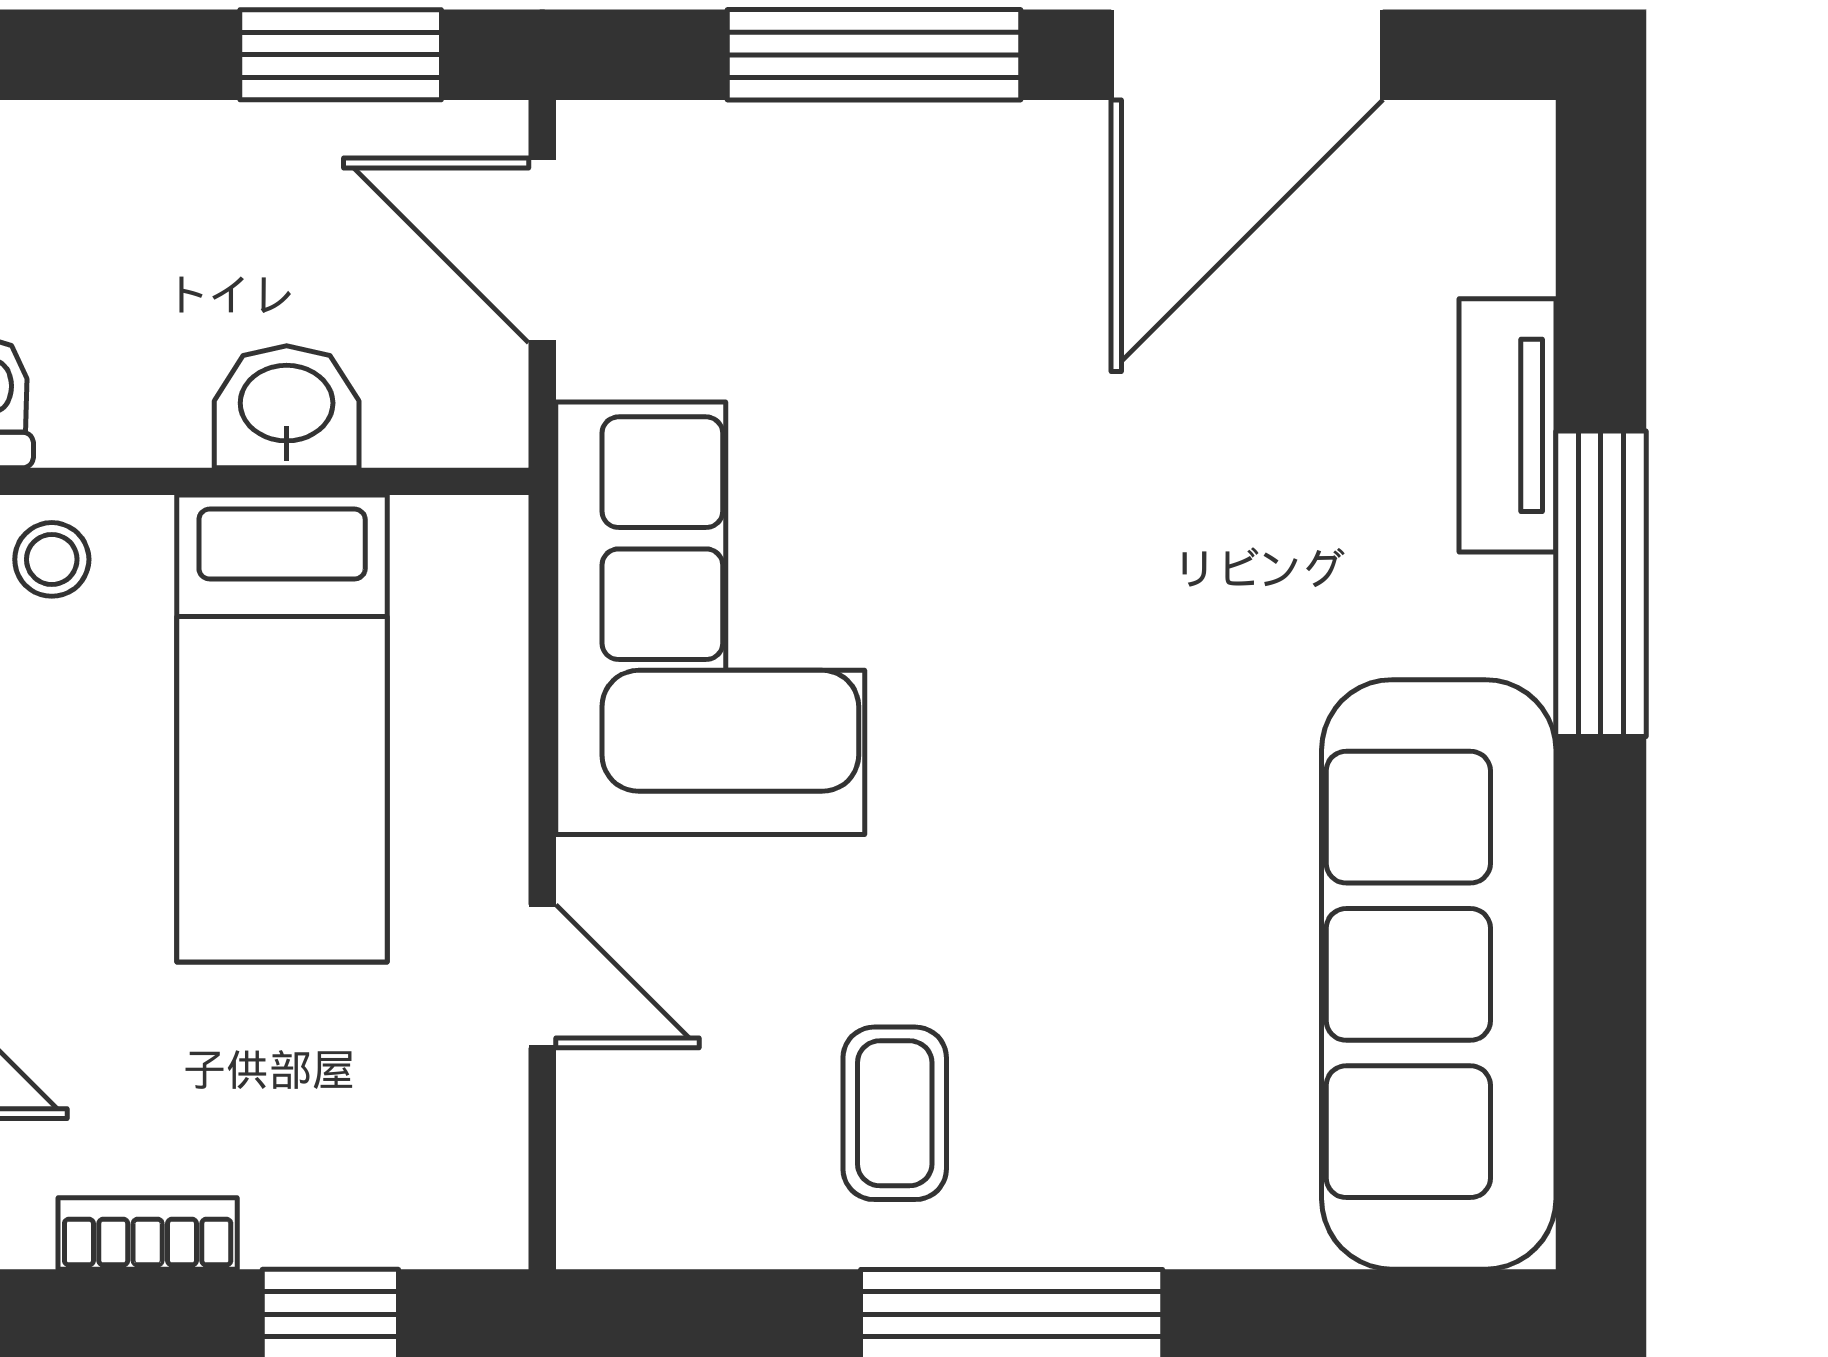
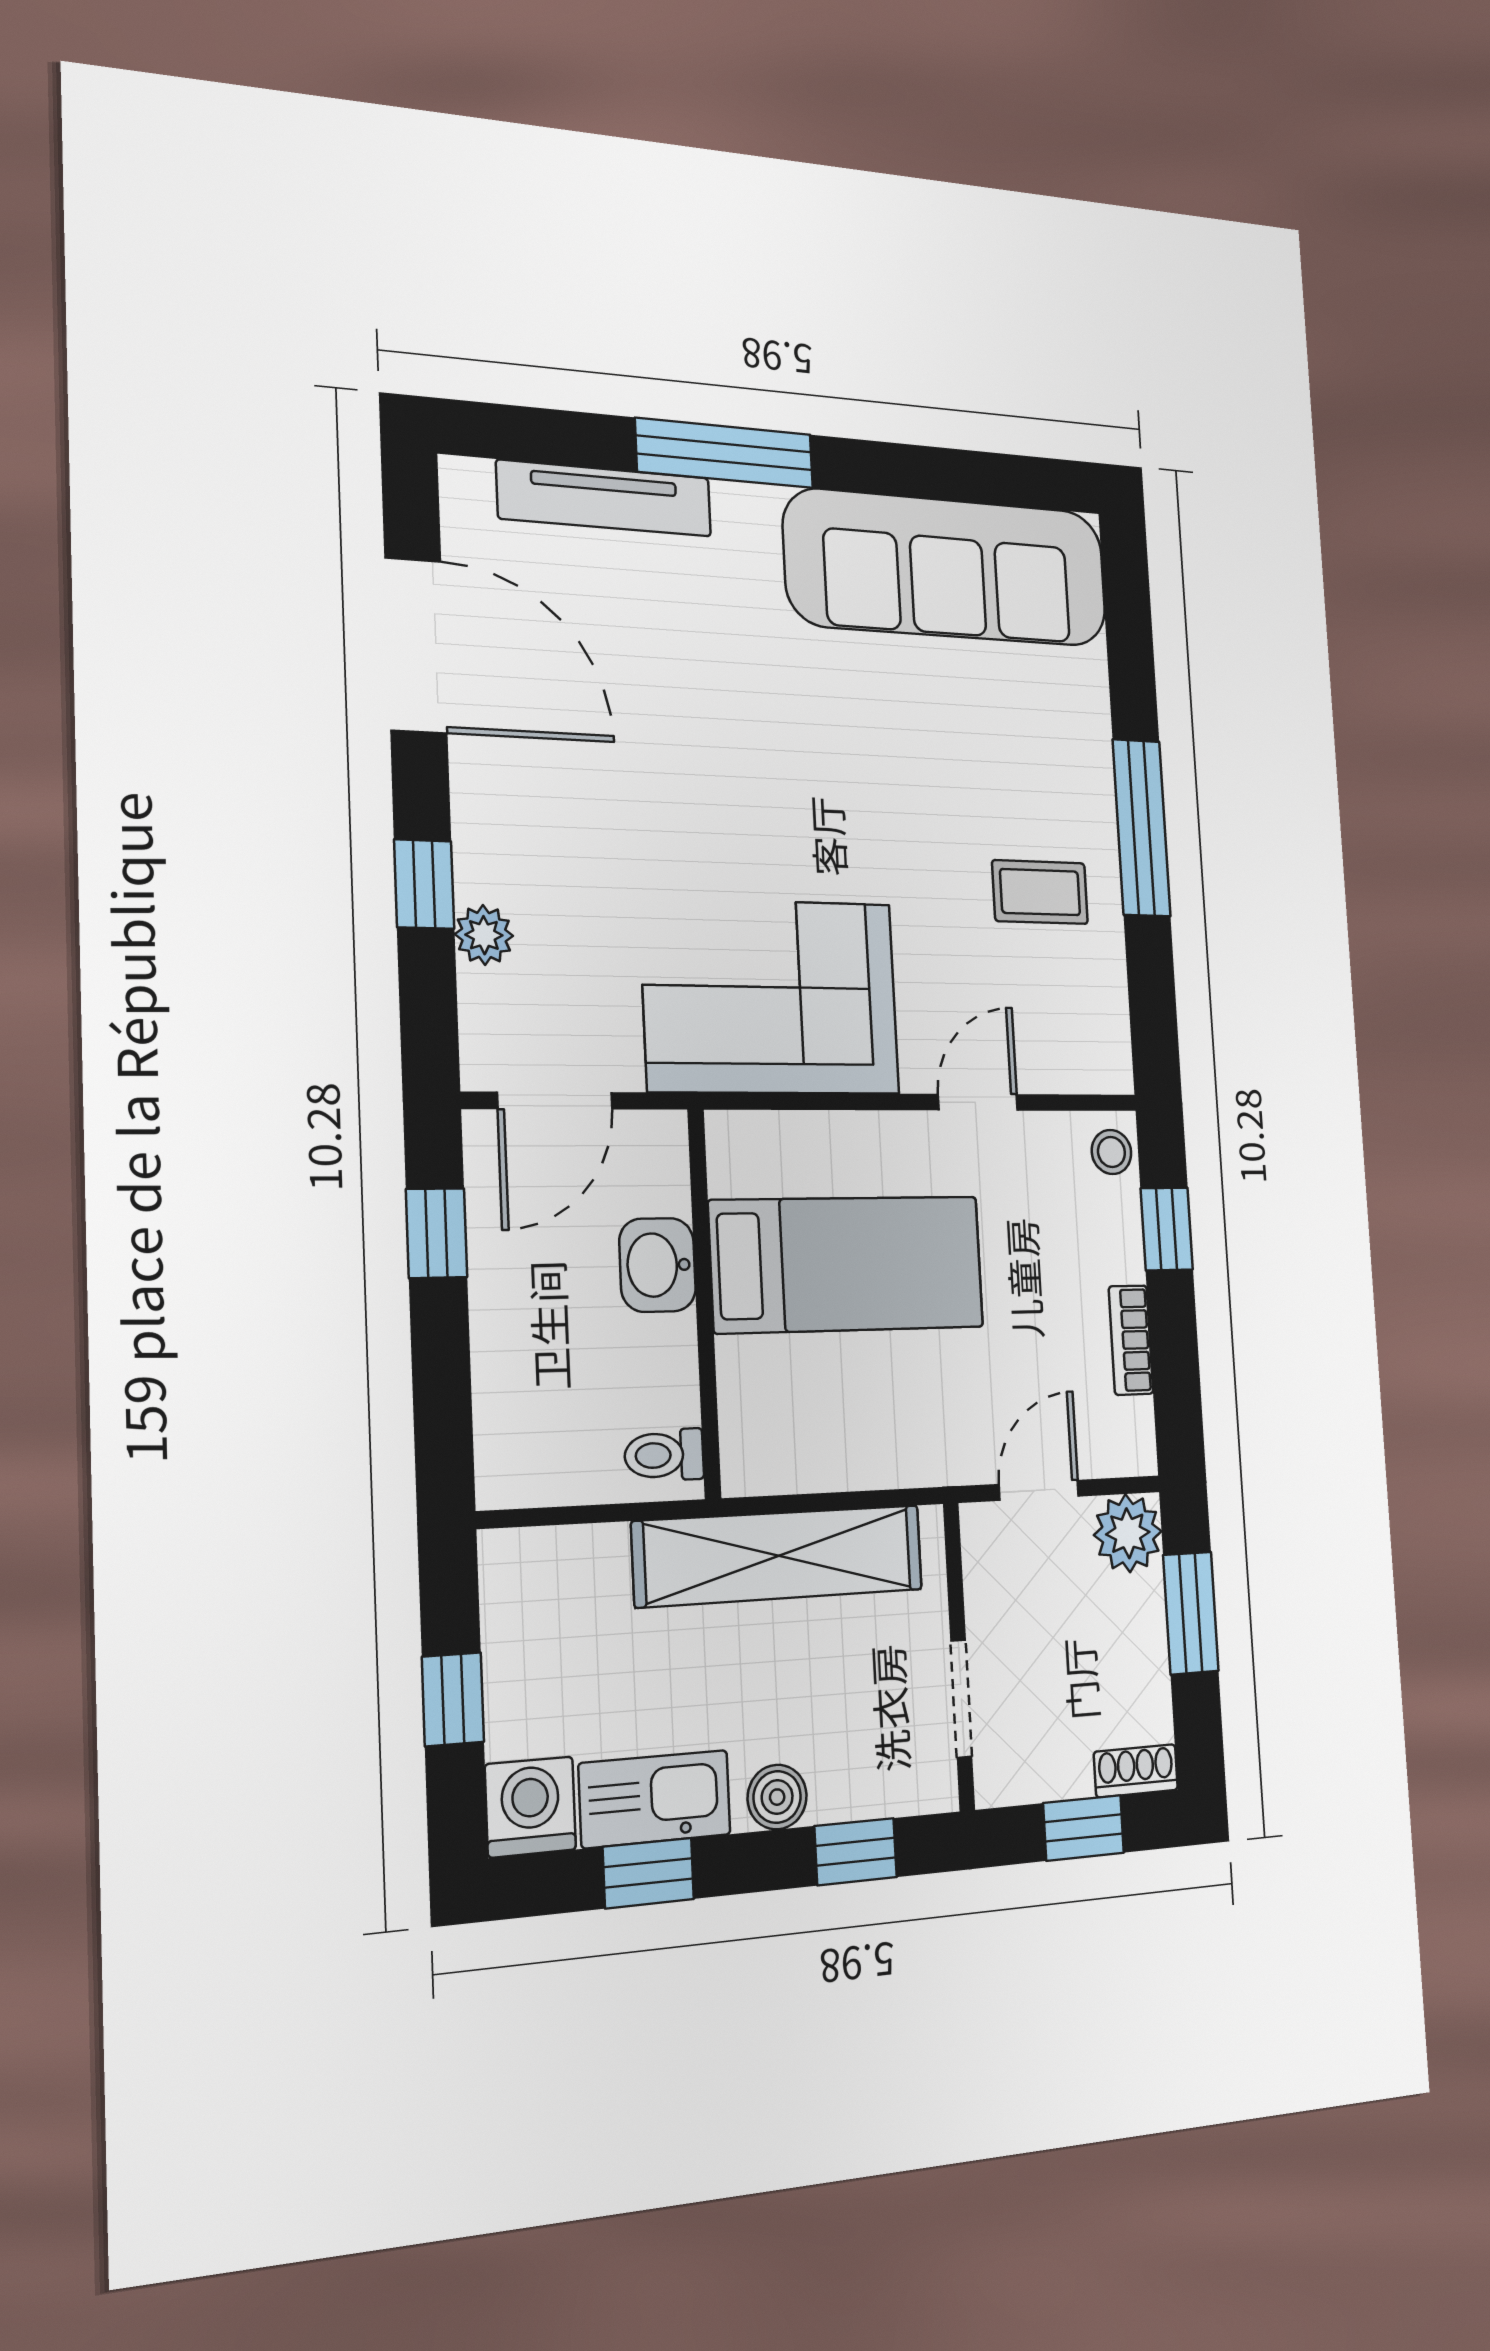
window: (341, 55) -> (436, 1233), width x0.67
window: (874, 55) -> (424, 884), width x0.46
plant: (798, 147) -> (484, 935), added
tv unit: (1507, 425) -> (605, 498), width x1.41
stool: (52, 559) -> (1111, 1152), moved

